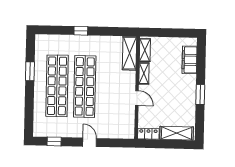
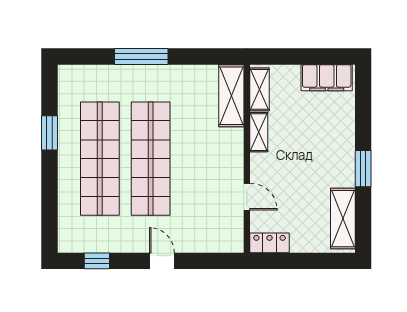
window: (81, 31) -> (141, 56), width x2.17
filing cabinet: (190, 60) -> (327, 78), moved, turned -90
door: (137, 98) -> (247, 197), moved
shelving: (177, 133) -> (343, 219), moved, turned 90

